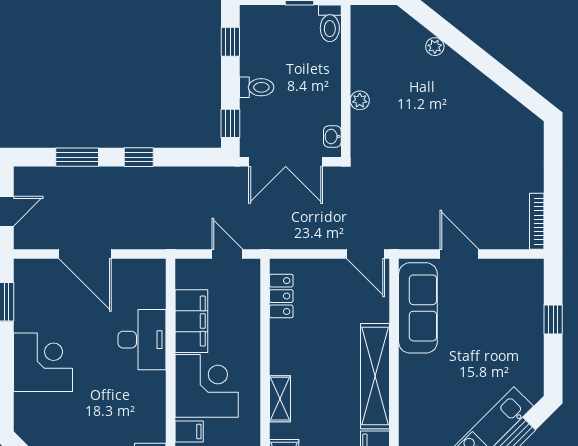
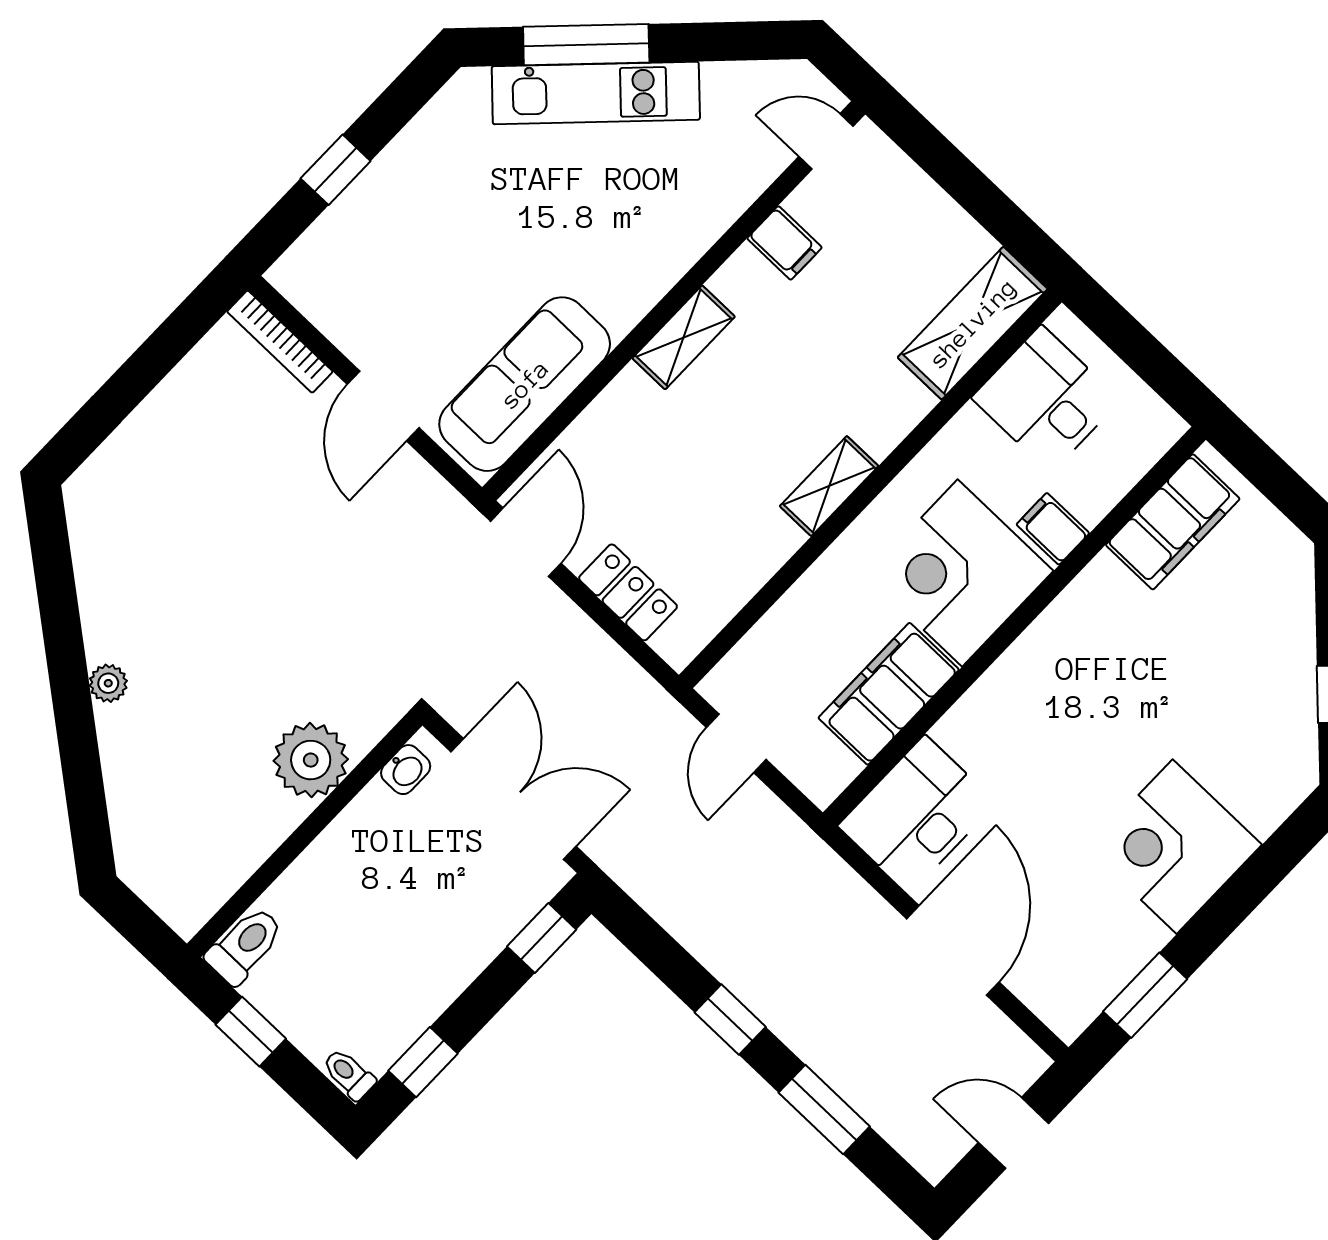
plant: (435, 47) -> (108, 683), moved
toilet: (257, 87) -> (349, 1074), moved, width x0.73, depth x0.72
plant: (360, 100) -> (311, 760), width x1.87, depth x1.87
bookcase: (537, 221) -> (280, 342), moved, turned 90
locker: (281, 296) -> (628, 592), moved, turned 90
desk: (142, 340) -> (917, 814), moved
shelving: (375, 376) -> (684, 337), width x0.45, depth x0.75
shelving: (280, 399) -> (829, 486), moved

